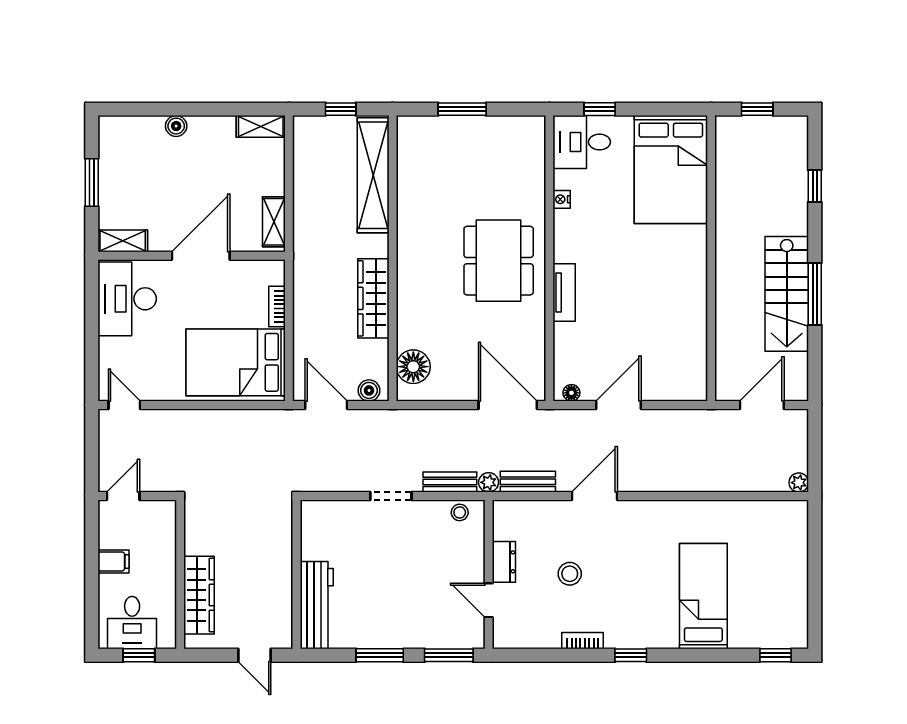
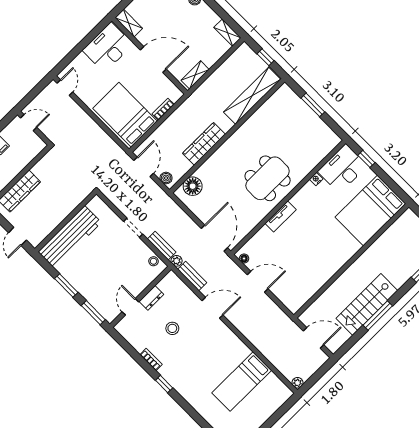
desk: (582, 142) -> (343, 169), width x1.37
bed: (703, 596) -> (242, 382), moved, turned 180
workbench: (317, 605) -> (70, 237), width x1.36, depth x1.32

